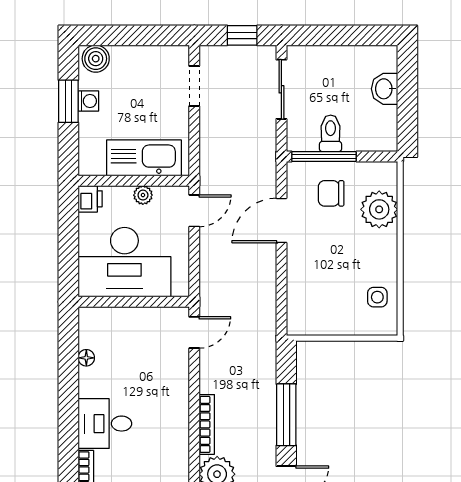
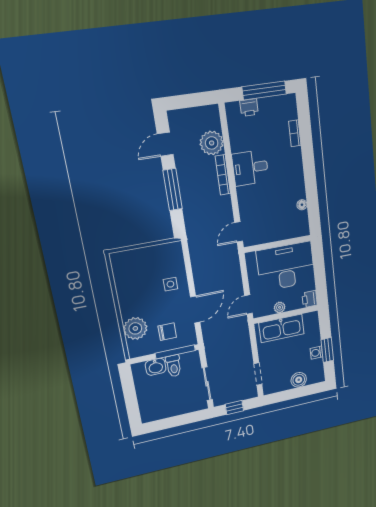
boiler: (96, 59) -> (299, 380), moved
washbasin: (385, 89) -> (156, 367), moved, turned 90
side table: (377, 297) -> (170, 284), moved
desk: (105, 424) -> (250, 168), moved, turned 180

